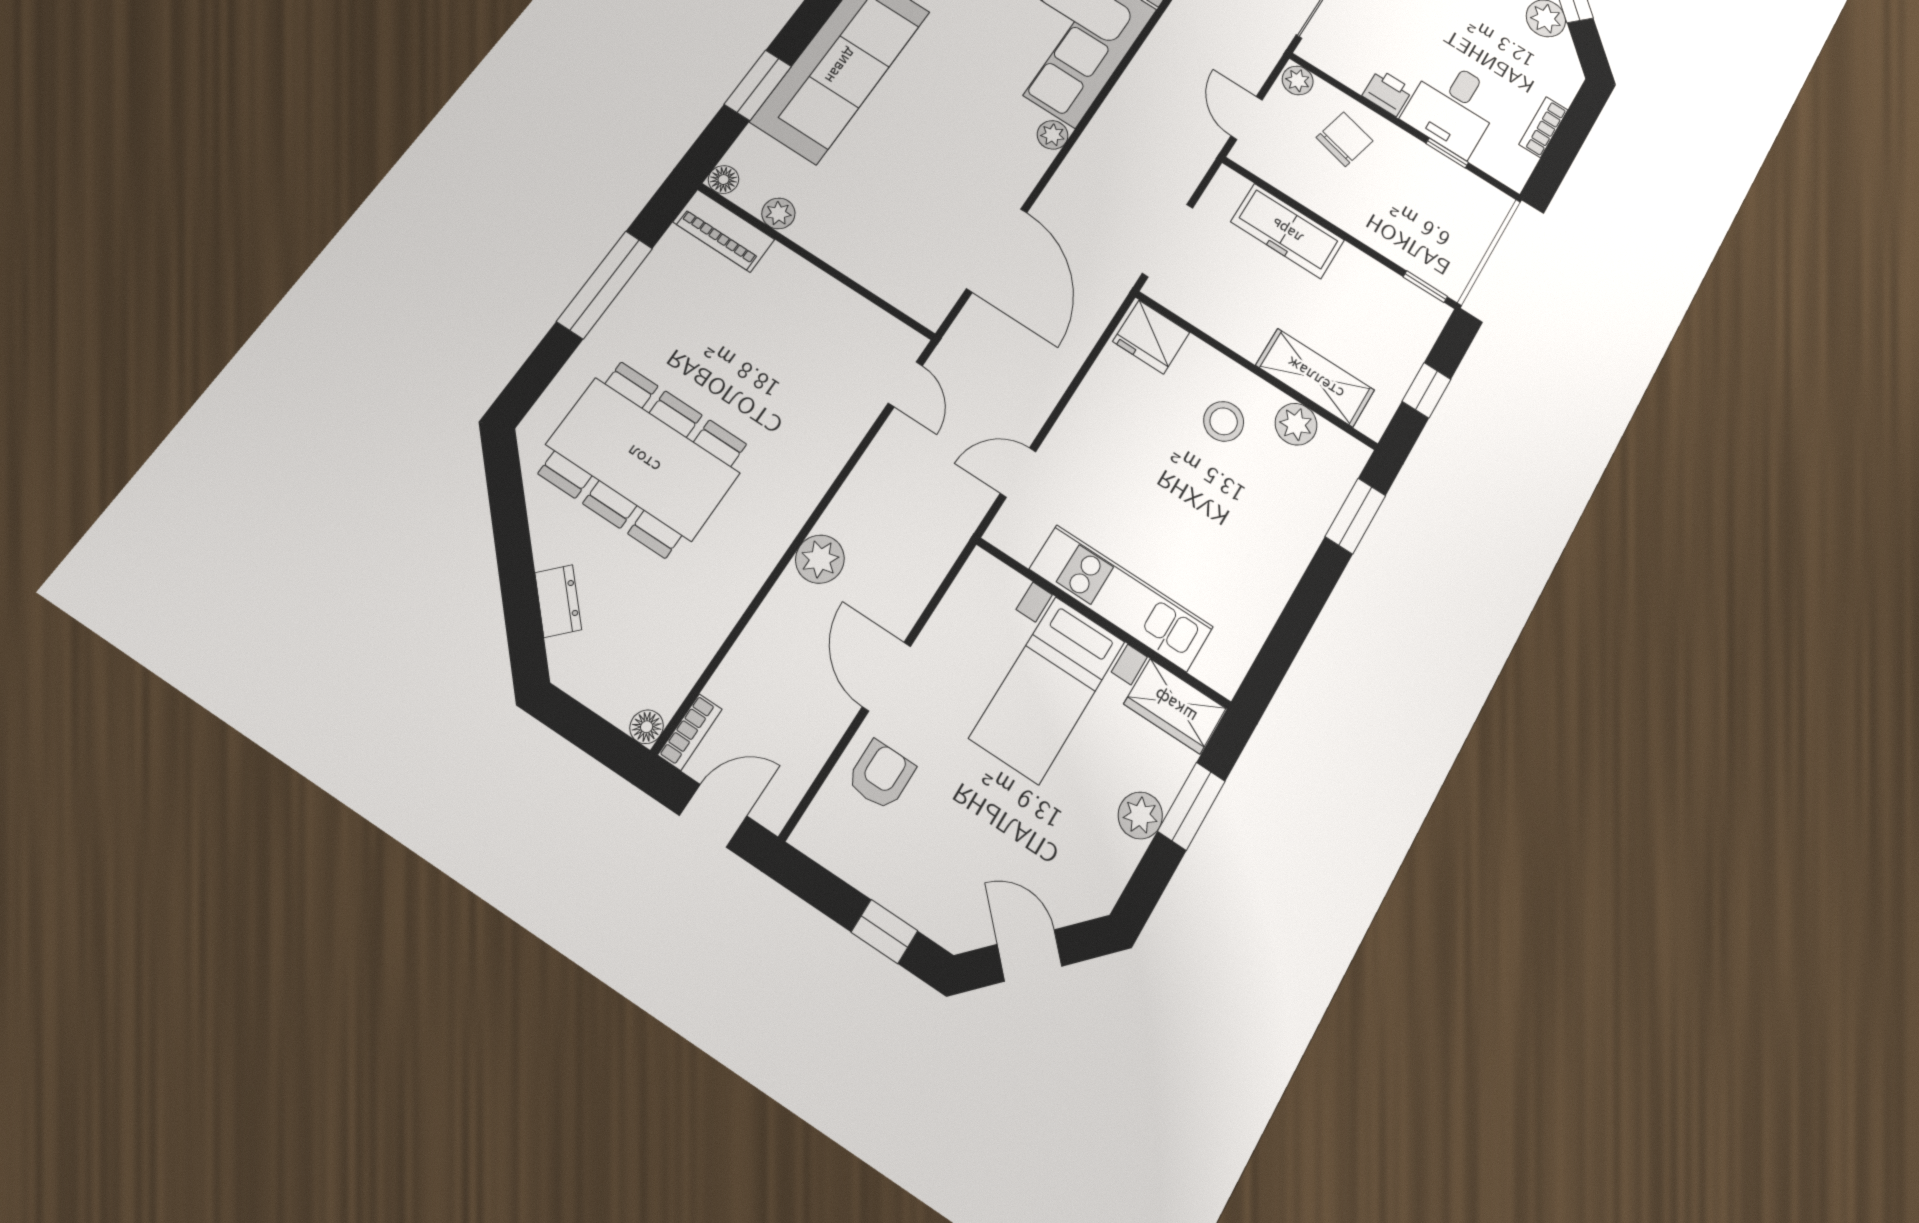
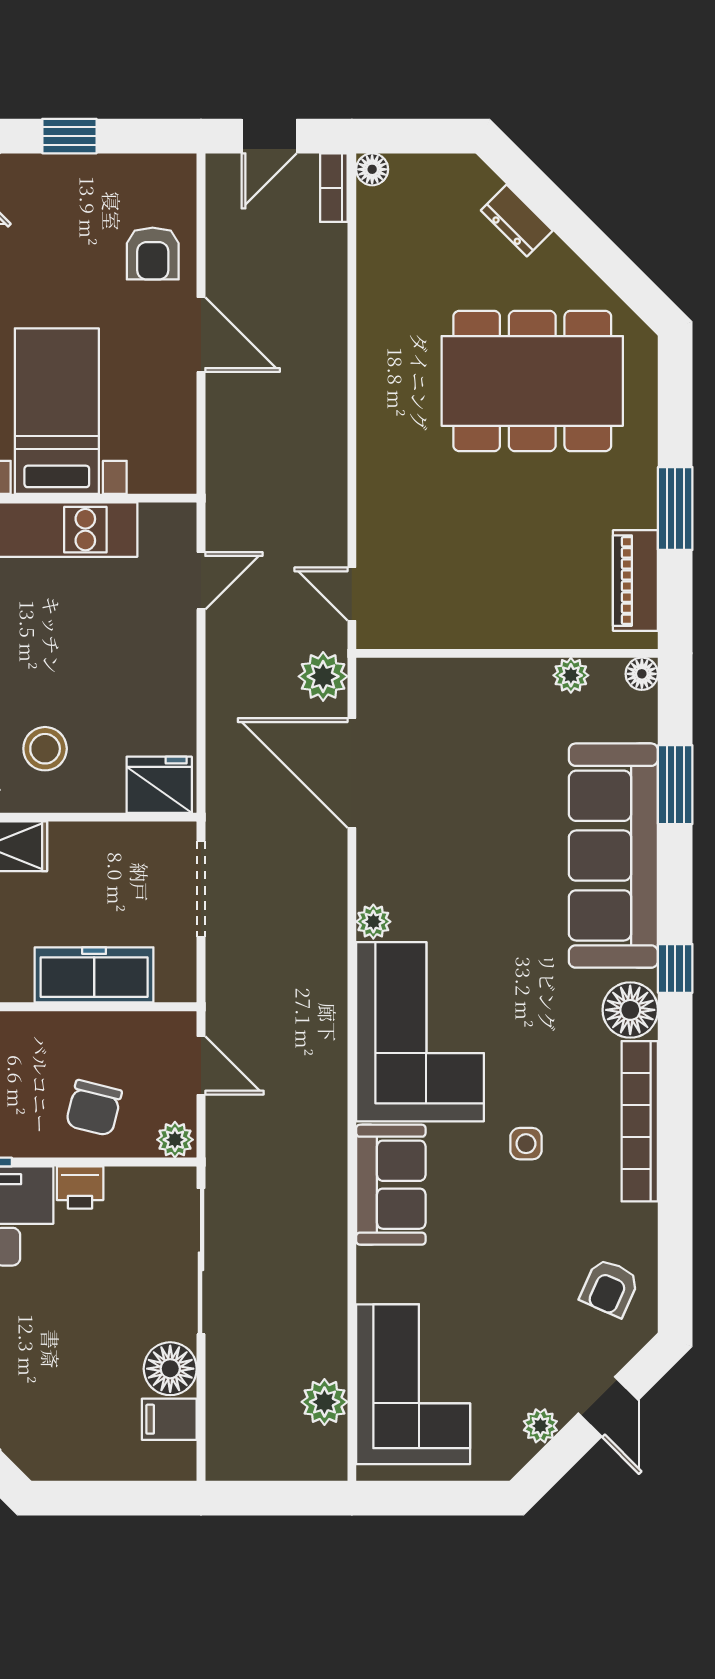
piano: (724, 231) -> (635, 581), moved, turned -90
window: (605, 285) -> (675, 508), width x0.69
plant: (820, 559) -> (323, 676), moved

